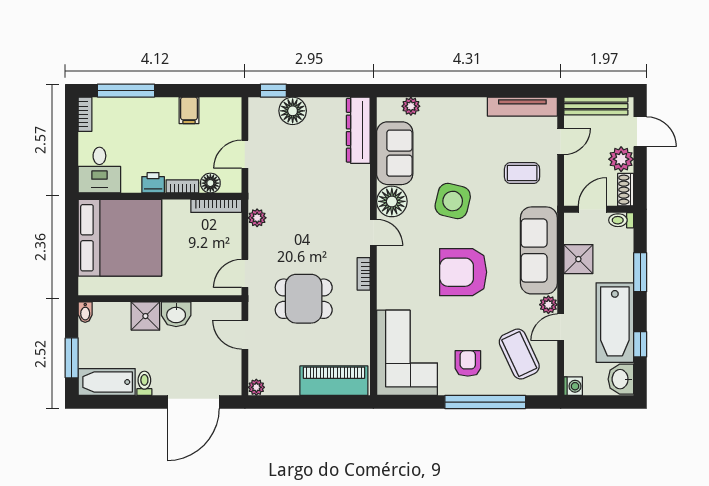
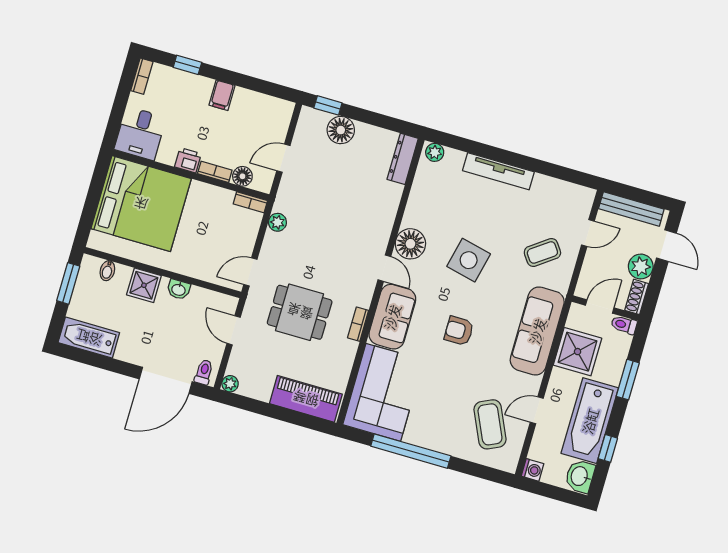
window: (126, 91) -> (187, 65), width x0.46
plant: (411, 106) -> (435, 152), moved
tv unit: (522, 107) -> (498, 171), moved
filing cabinet: (189, 110) -> (222, 95), moved
dresser: (358, 130) -> (403, 159), width x0.73, depth x0.80
sofa: (395, 153) -> (392, 317), moved
coffee table: (522, 173) -> (542, 252), turned -36
bookcase: (216, 206) -> (250, 202), width x0.64
shower: (578, 259) -> (578, 352), width x1.36, depth x1.36
armchair: (463, 272) -> (459, 331), width x0.53, depth x0.53
bookcase: (364, 274) -> (358, 324), moved
plant: (548, 305) -> (531, 385), removed
bidet: (85, 312) -> (107, 271), moved
washbasin: (176, 314) -> (179, 289), width x0.72, depth x0.69
window: (72, 358) -> (68, 283), moved
armchair: (468, 363) -> (438, 419), removed
toilet: (144, 383) -> (204, 372), moved
window: (485, 402) -> (411, 451), moved

